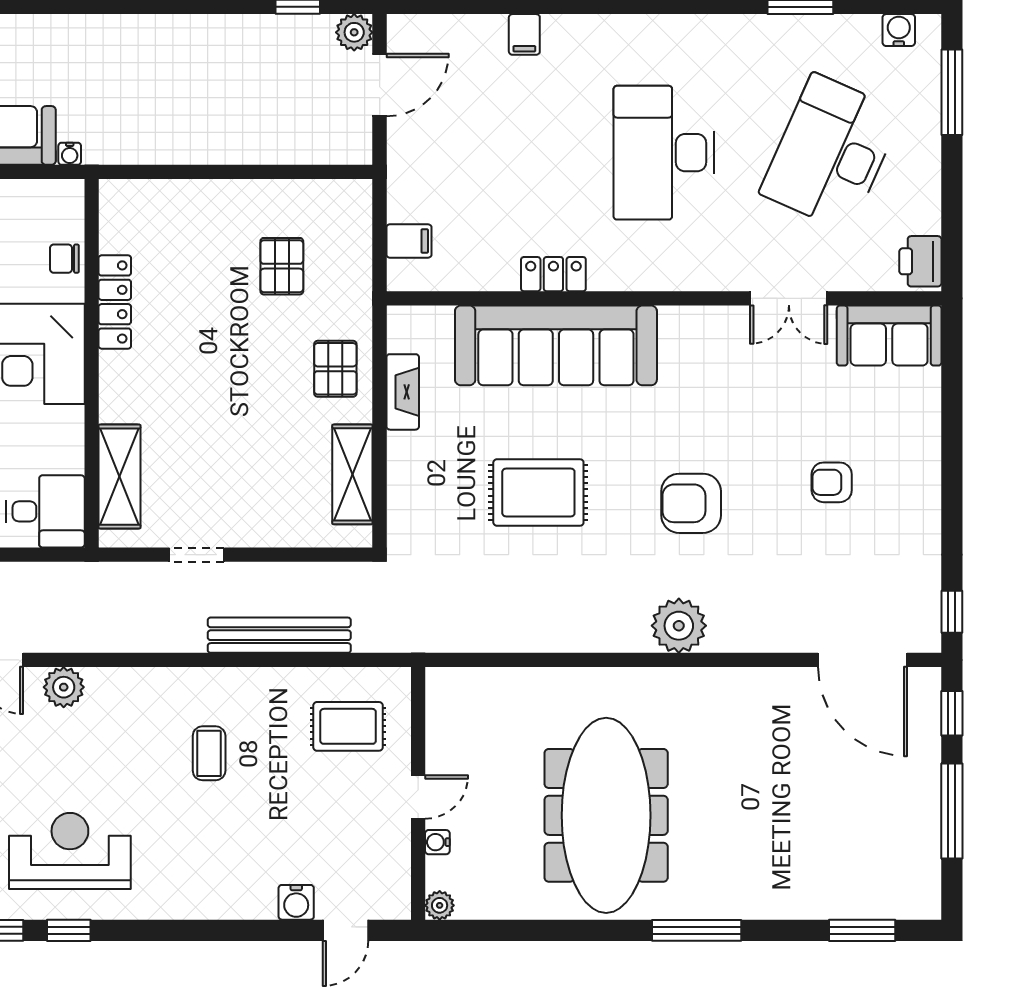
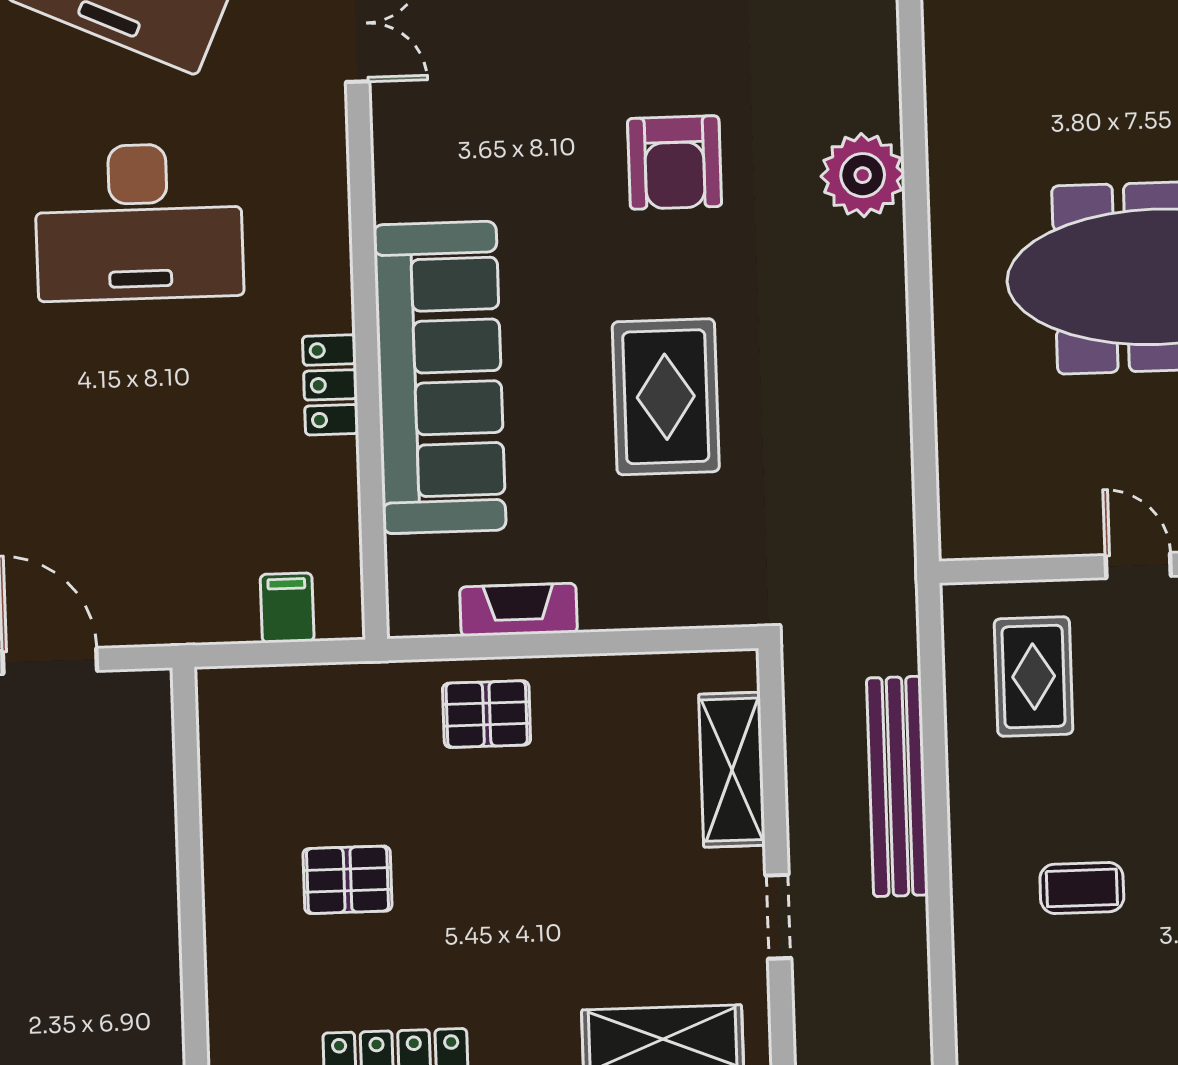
pallet: (282, 266) -> (347, 880), moved
shelving: (352, 474) -> (732, 770), moved, turned 90

